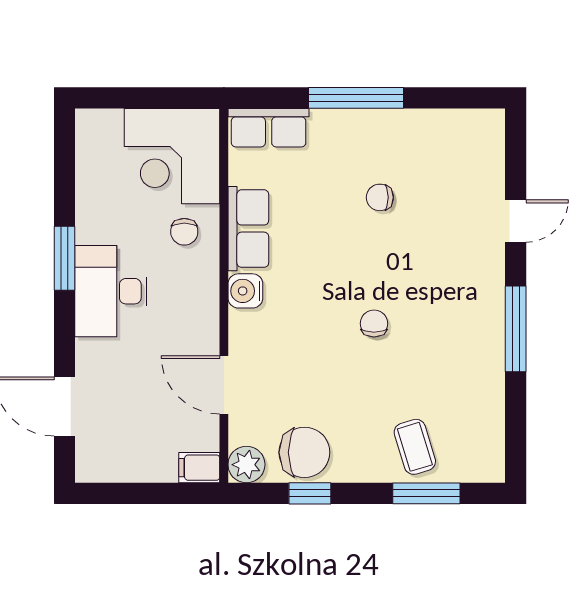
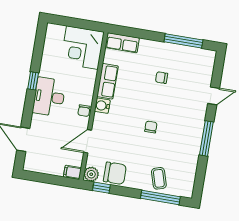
window: (356, 98) -> (183, 41), moved
chair: (184, 232) -> (84, 111), moved
window: (64, 258) -> (33, 81), width x0.67
door: (224, 385) -> (88, 141), hinge flipped
window: (310, 493) -> (101, 188), moved
window: (426, 493) -> (160, 197), width x1.44

